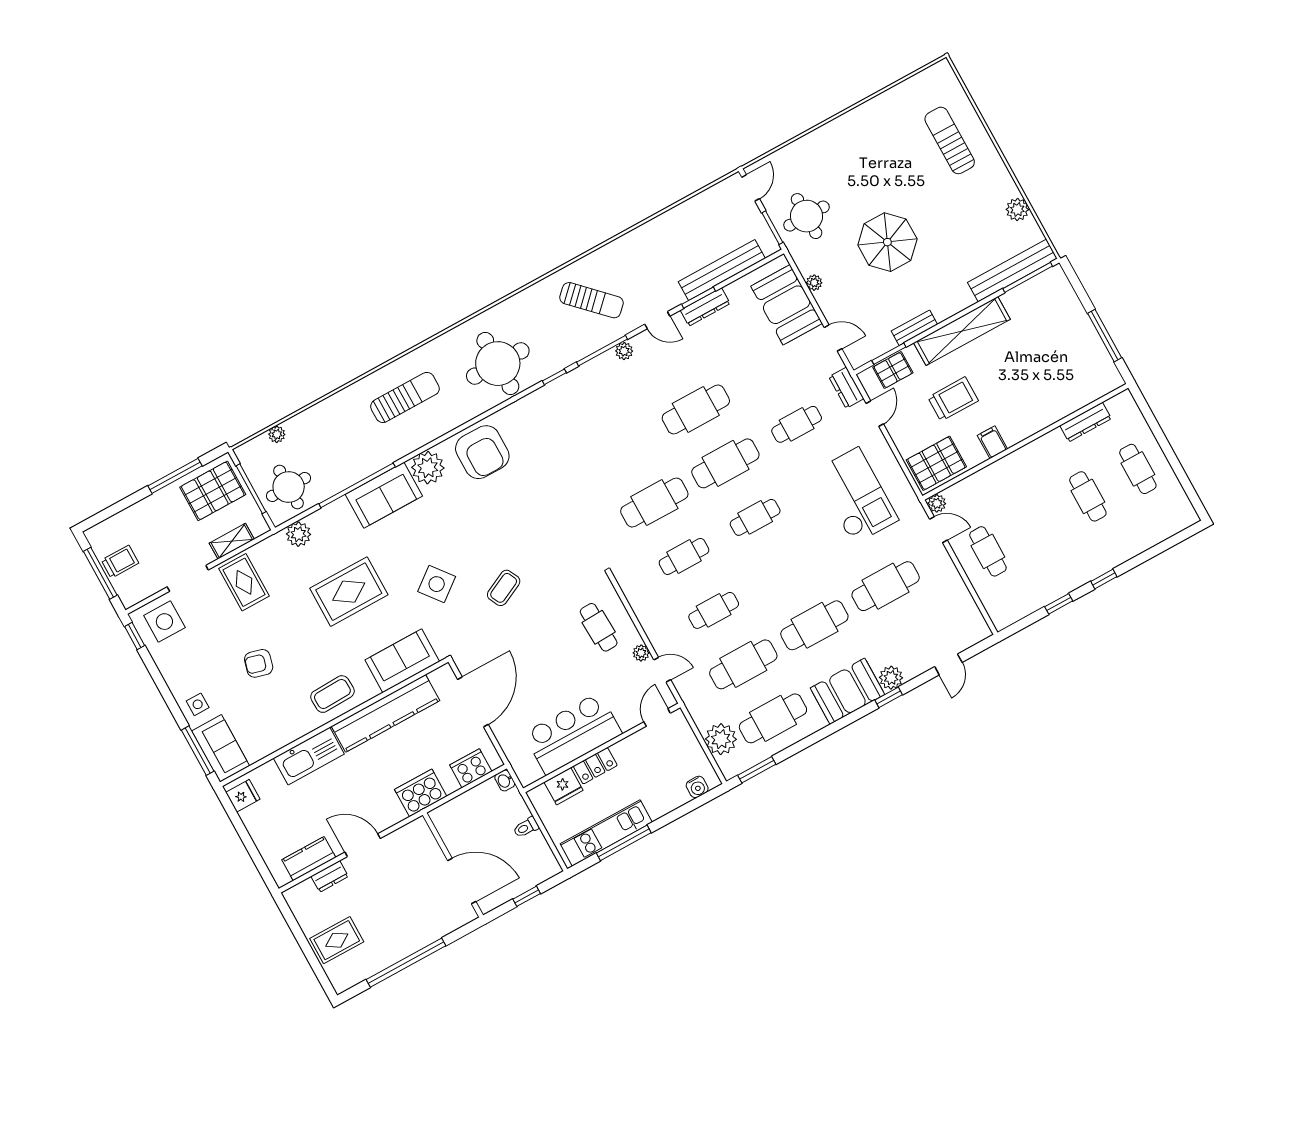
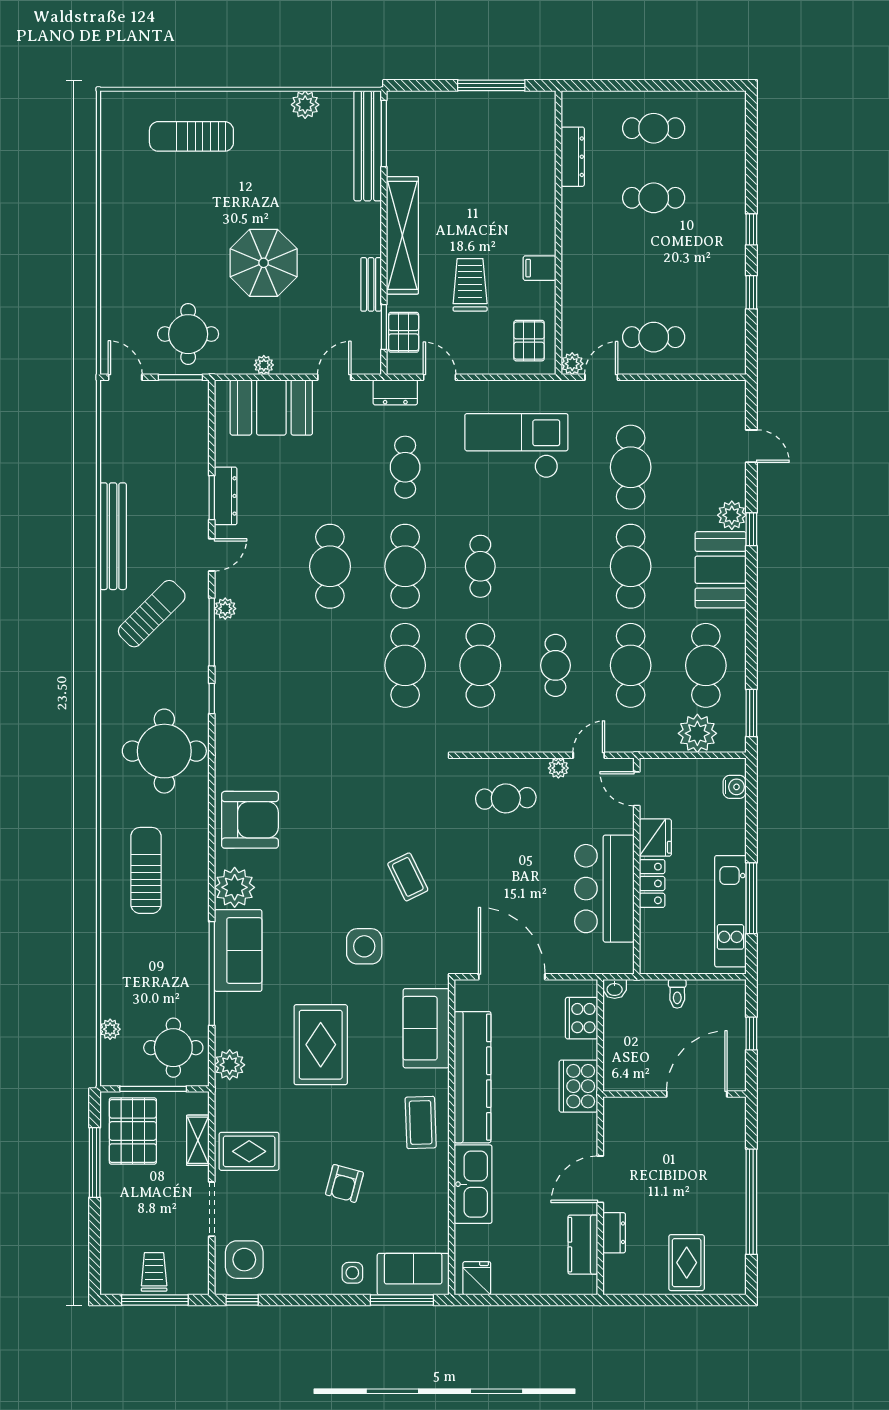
bench: (722, 270) -> (113, 536), moved
pallet: (936, 463) -> (529, 341), width x0.67, depth x0.71
cafe table: (684, 556) -> (480, 665), width x1.37, depth x1.35
side table: (437, 584) -> (364, 946), turned 38
fridge: (564, 786) -> (655, 838), moved

